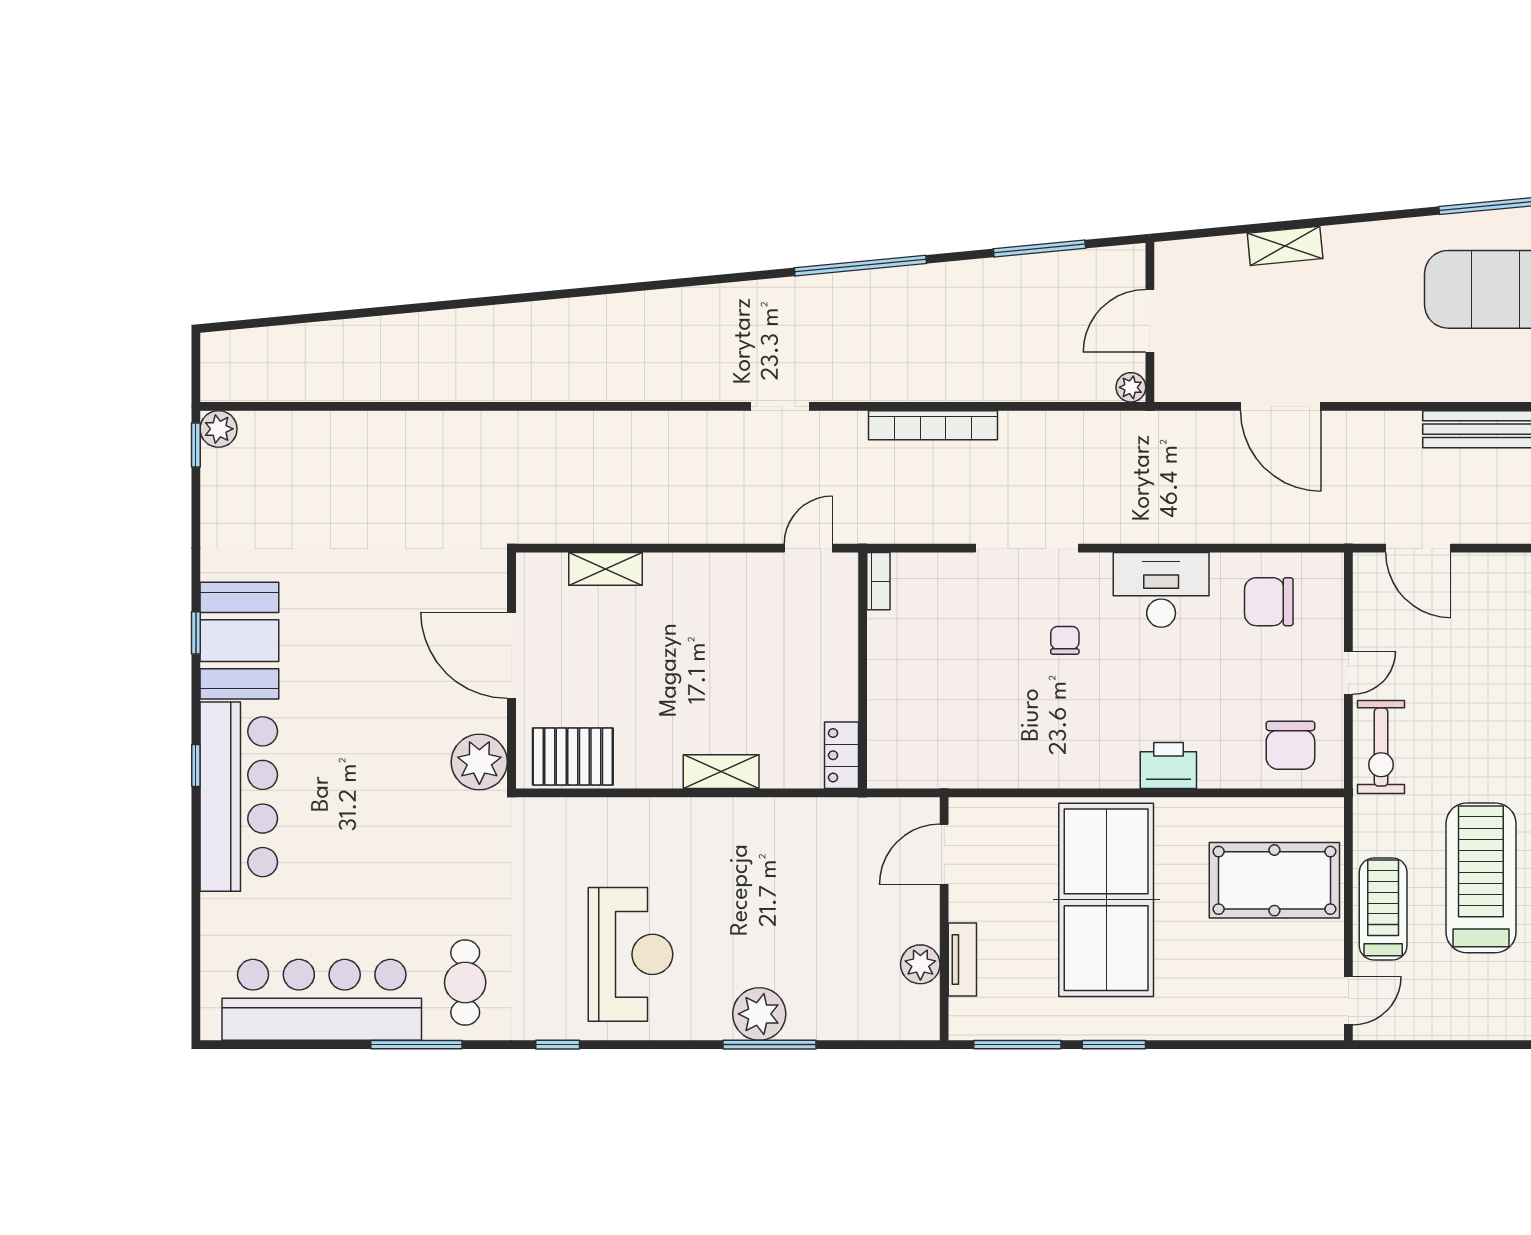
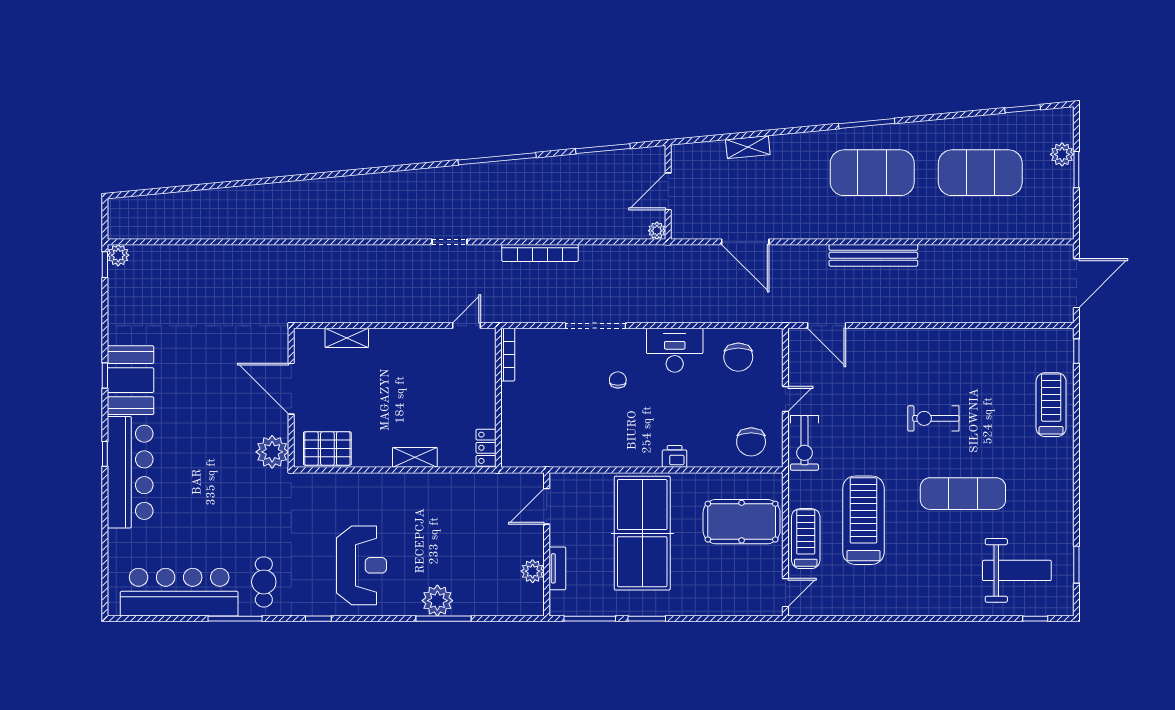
bookcase: (878, 581) -> (508, 355), width x1.56
chair: (1269, 602) -> (738, 357), turned -90
printer: (1168, 765) -> (675, 456), width x0.73, depth x0.81

